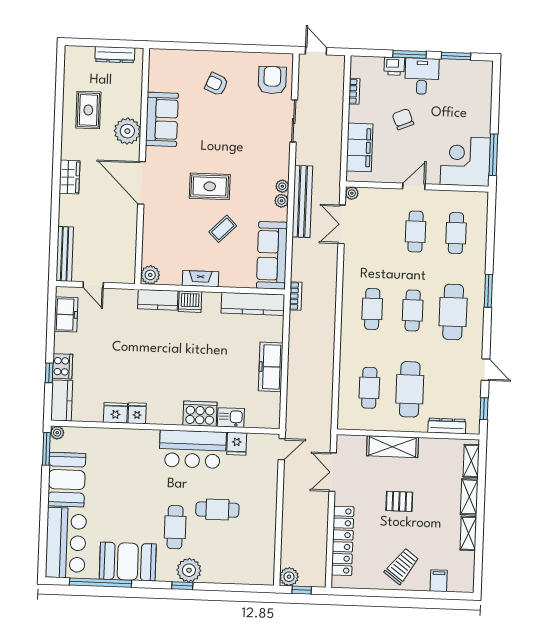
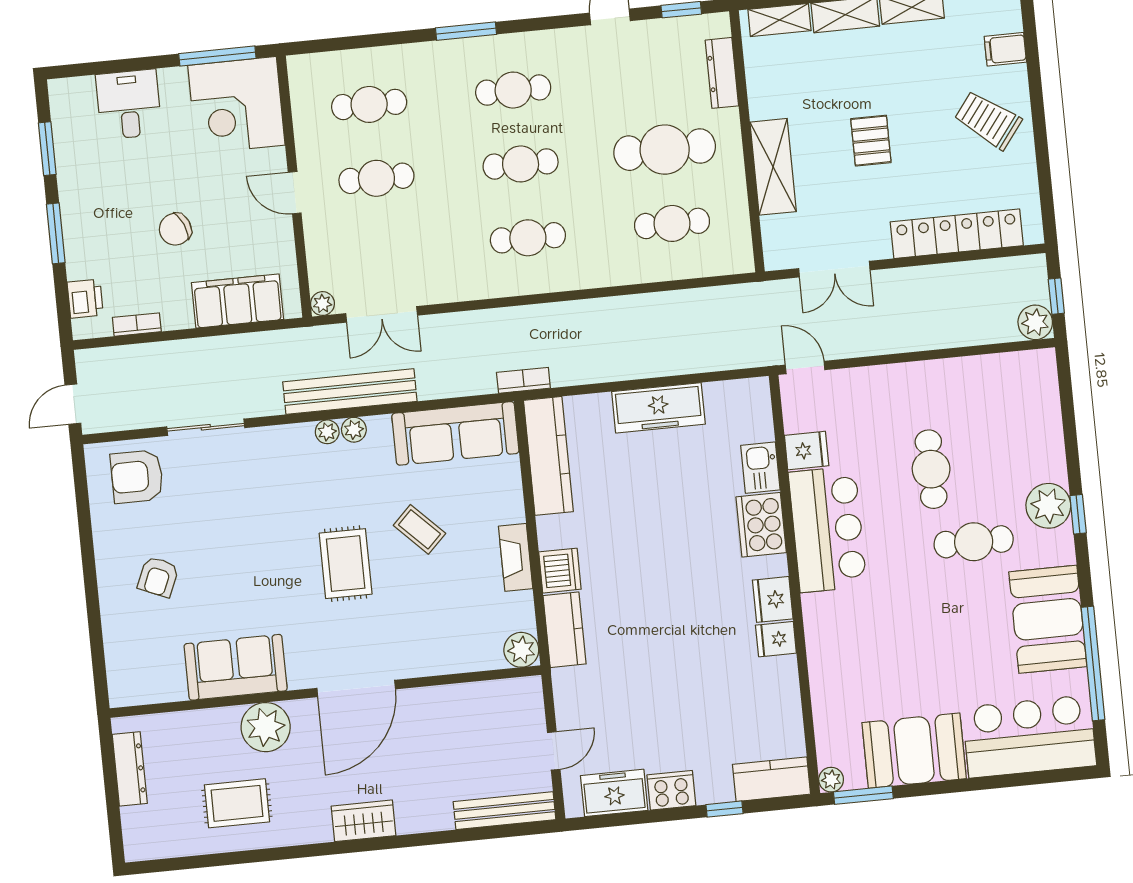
printer: (394, 66) -> (85, 299), moved
desk: (422, 76) -> (129, 104), moved, turned 90
cafe table: (453, 312) -> (513, 90), width x0.73, depth x0.74
cooker: (62, 366) -> (671, 790), moved
fridge: (115, 413) -> (773, 599), moved

